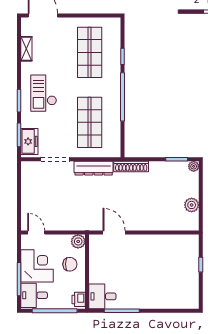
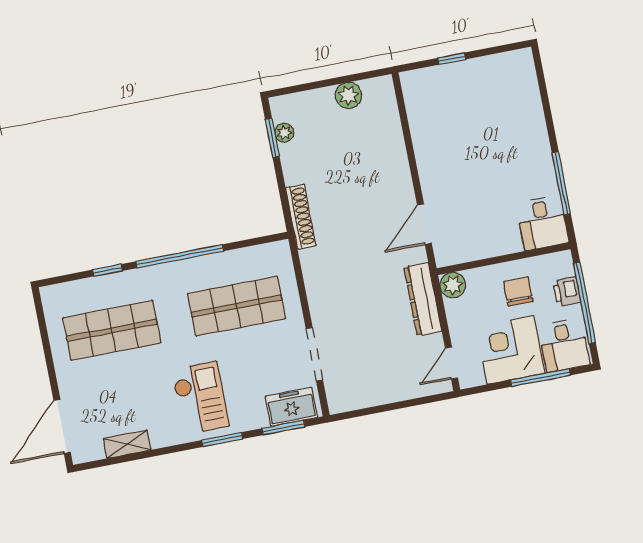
checkout: (44, 93) -> (200, 398), turned -90
plant: (194, 166) -> (284, 133), moved
dresser: (94, 168) -> (423, 299), moved, turned 180
chair: (70, 264) -> (518, 291), moved
printer: (79, 299) -> (567, 292), moved, turned 90

